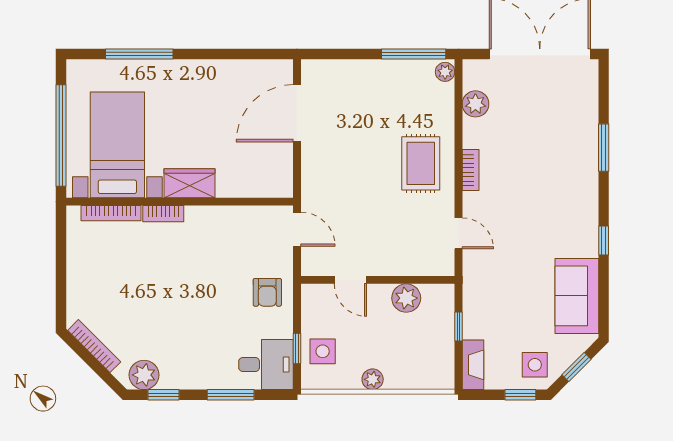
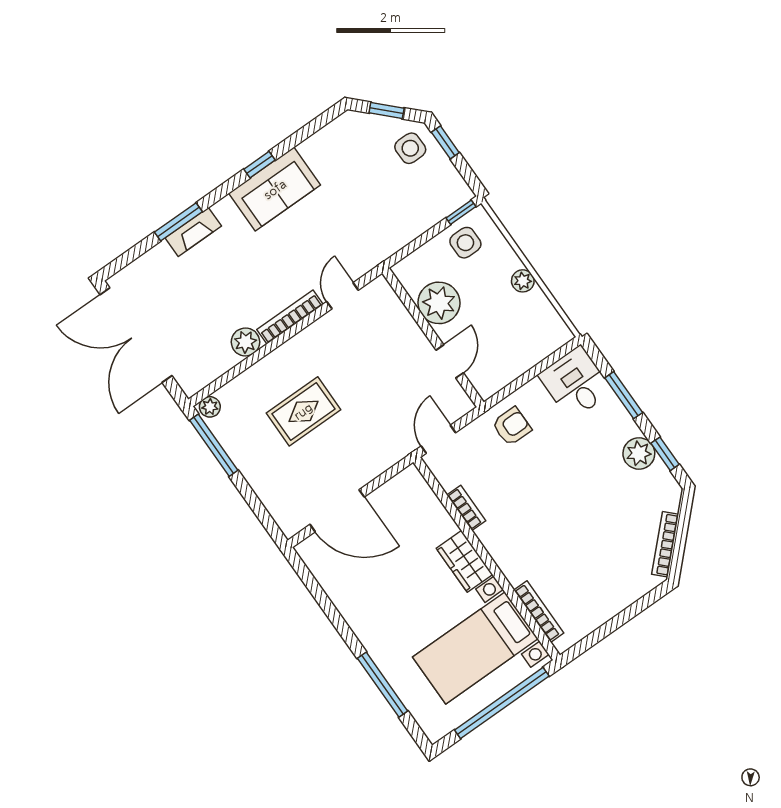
plant: (475, 104) -> (245, 342), moved
rug: (421, 163) -> (303, 411), moved
bookcase: (471, 170) -> (290, 317), width x1.56
bookcase: (163, 214) -> (466, 508), moved
sofa: (577, 296) -> (275, 189), moved
plant: (406, 298) -> (439, 303), width x1.36, depth x1.36
window: (459, 327) -> (461, 212), moved
window: (297, 349) -> (543, 366), removed
side table: (323, 351) -> (465, 243), moved
fireplace: (473, 365) -> (193, 232), moved, turned 180
plant: (144, 375) -> (639, 453), moved

